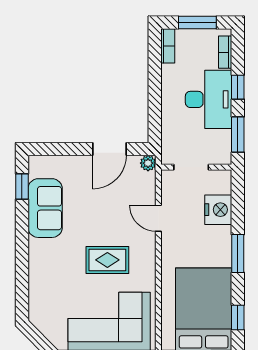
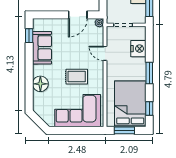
floor lamp: (42, 273) -> (40, 84), added

